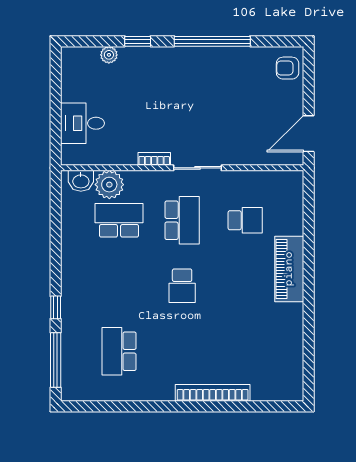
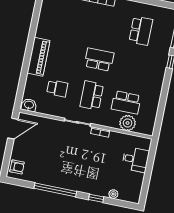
washbasin: (81, 181) -> (29, 105), moved
school desk: (245, 220) -> (57, 88), turned 180
school desk: (182, 286) -> (99, 60), width x1.85

